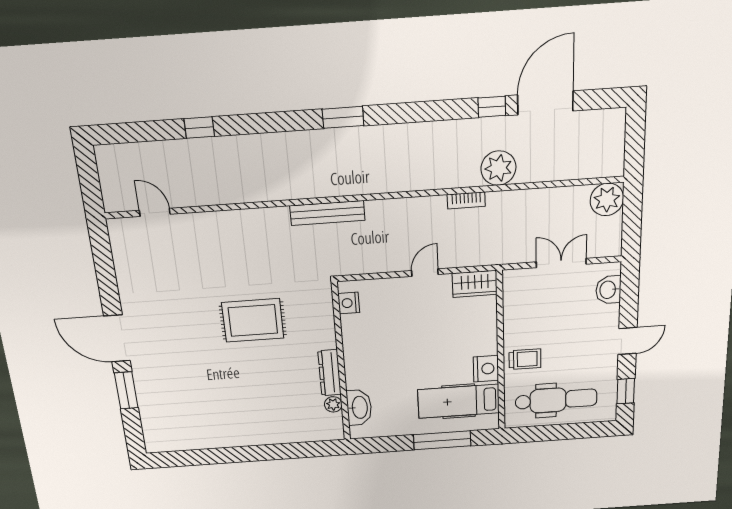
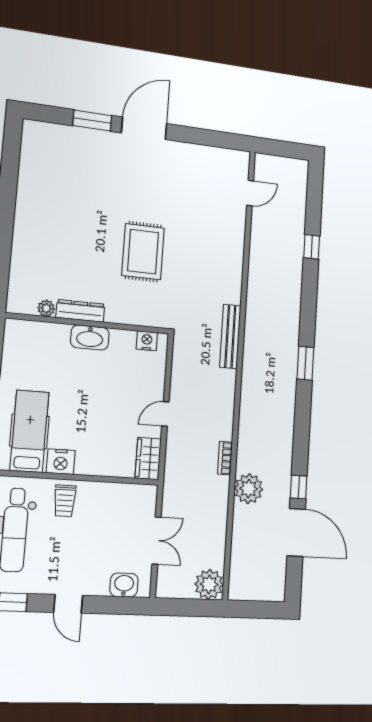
door: (425, 273) -> (165, 414), swing flipped
washbasin: (359, 407) -> (90, 337), moved

